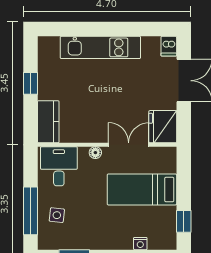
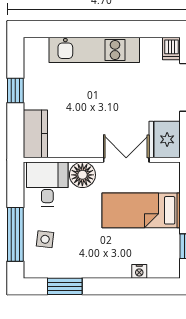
floor lamp: (95, 153) -> (82, 175), width x1.89, depth x1.89

